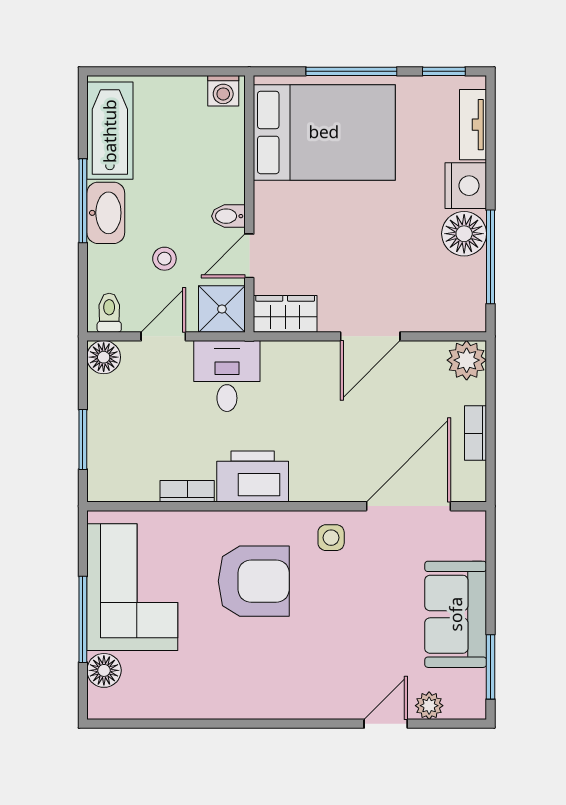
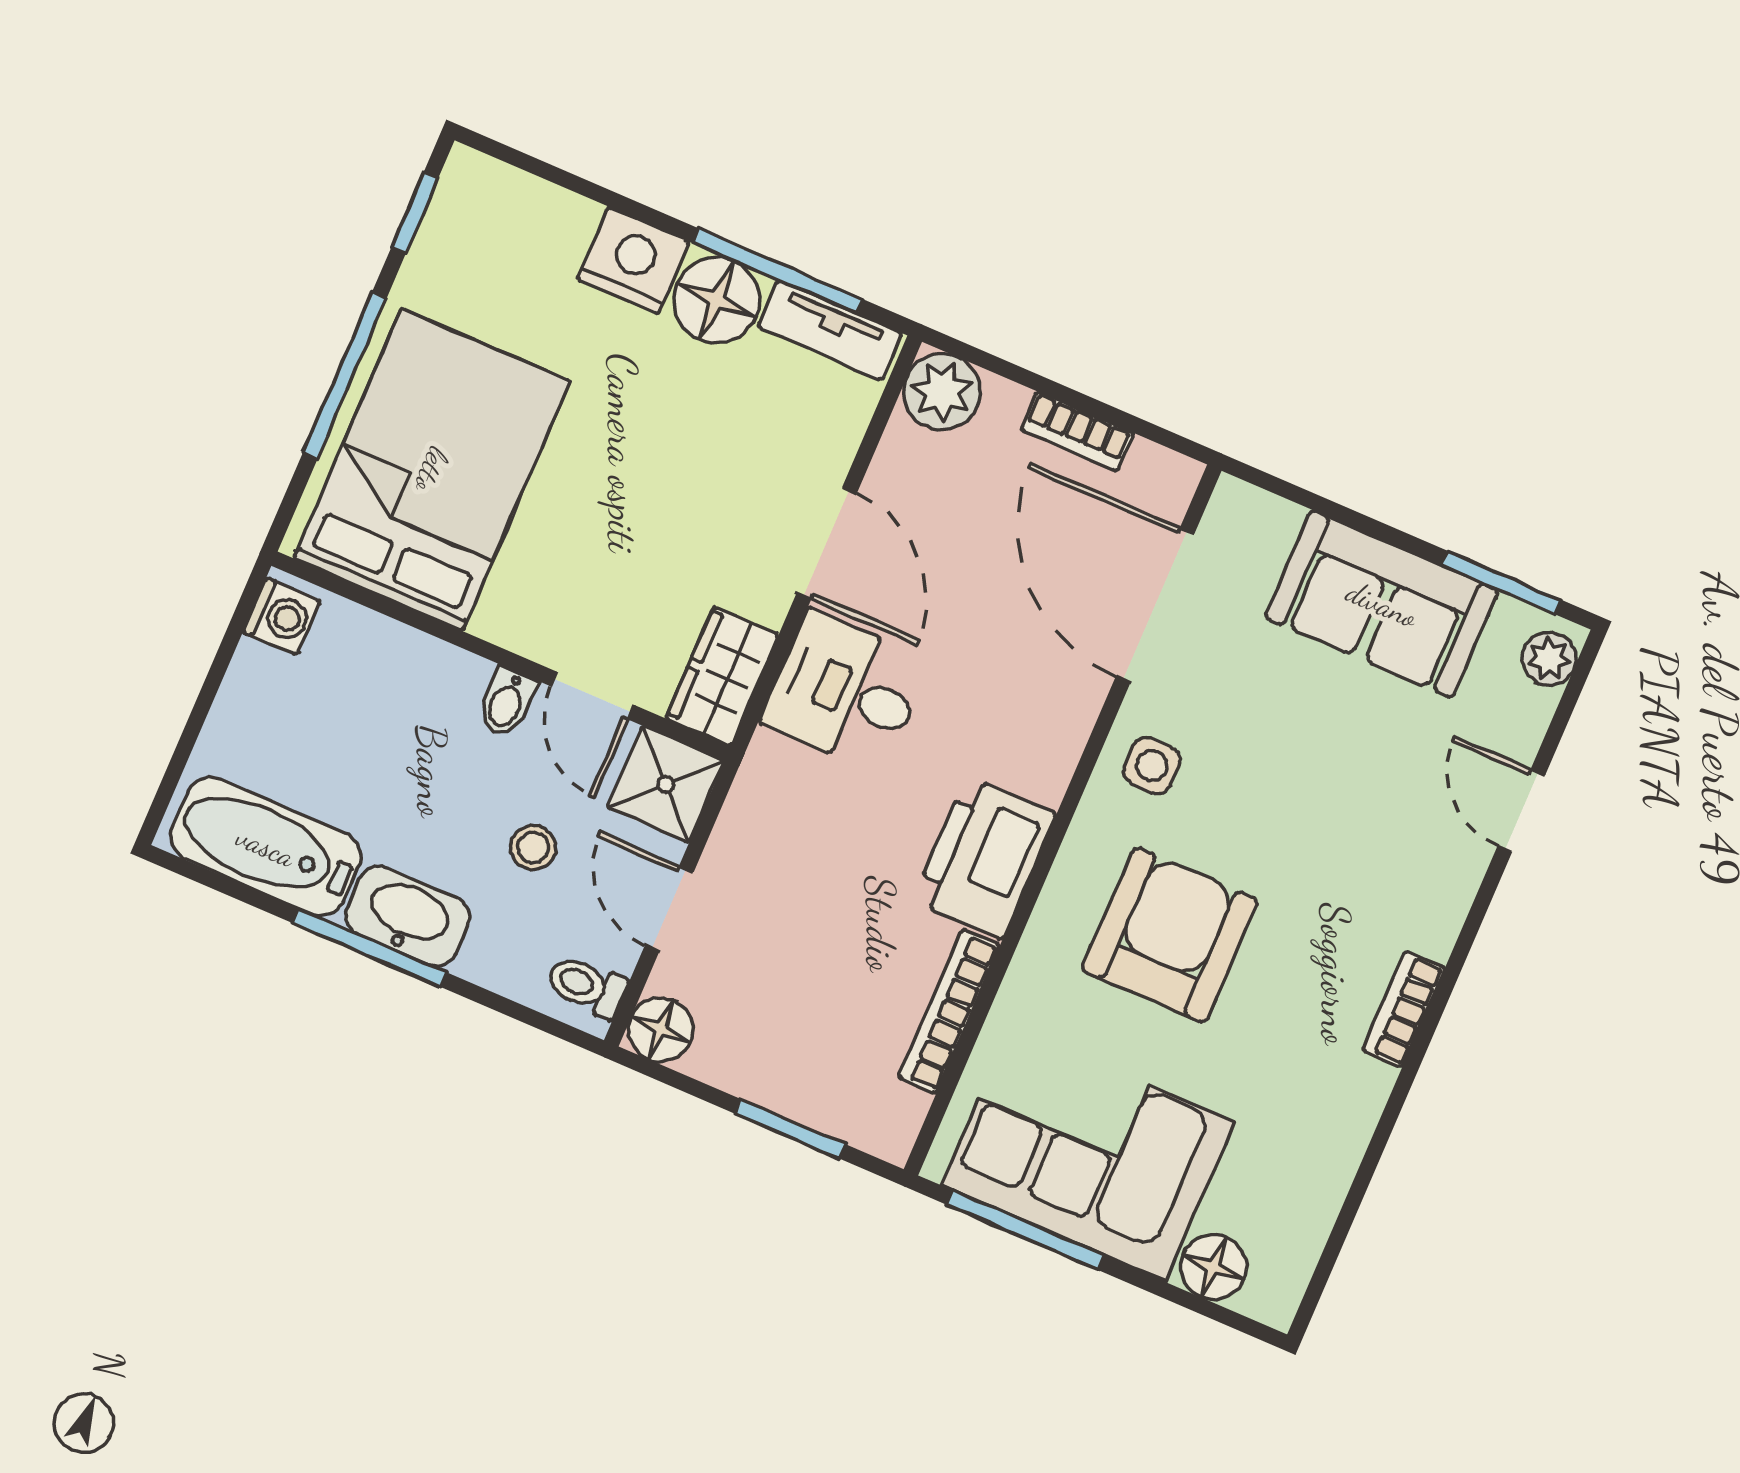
tv unit: (473, 125) -> (830, 330), moved
desk: (227, 376) -> (846, 691), moved
bookcase: (187, 491) -> (949, 1011), width x1.56
window: (83, 619) -> (1026, 1230), moved
plant: (429, 706) -> (1549, 659), moved
bookcase: (266, 708) -> (1404, 1009), added

